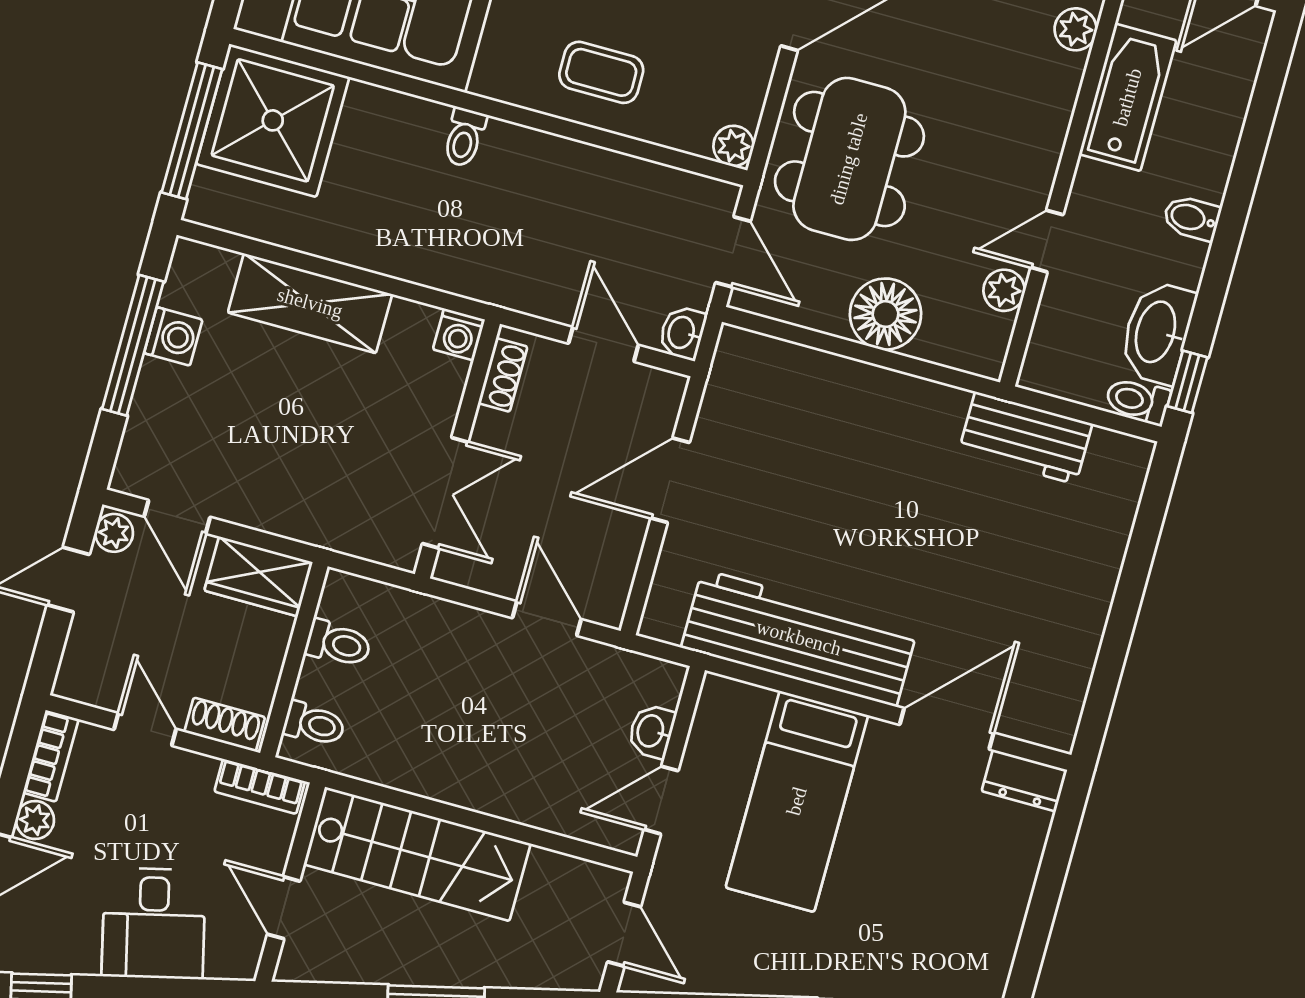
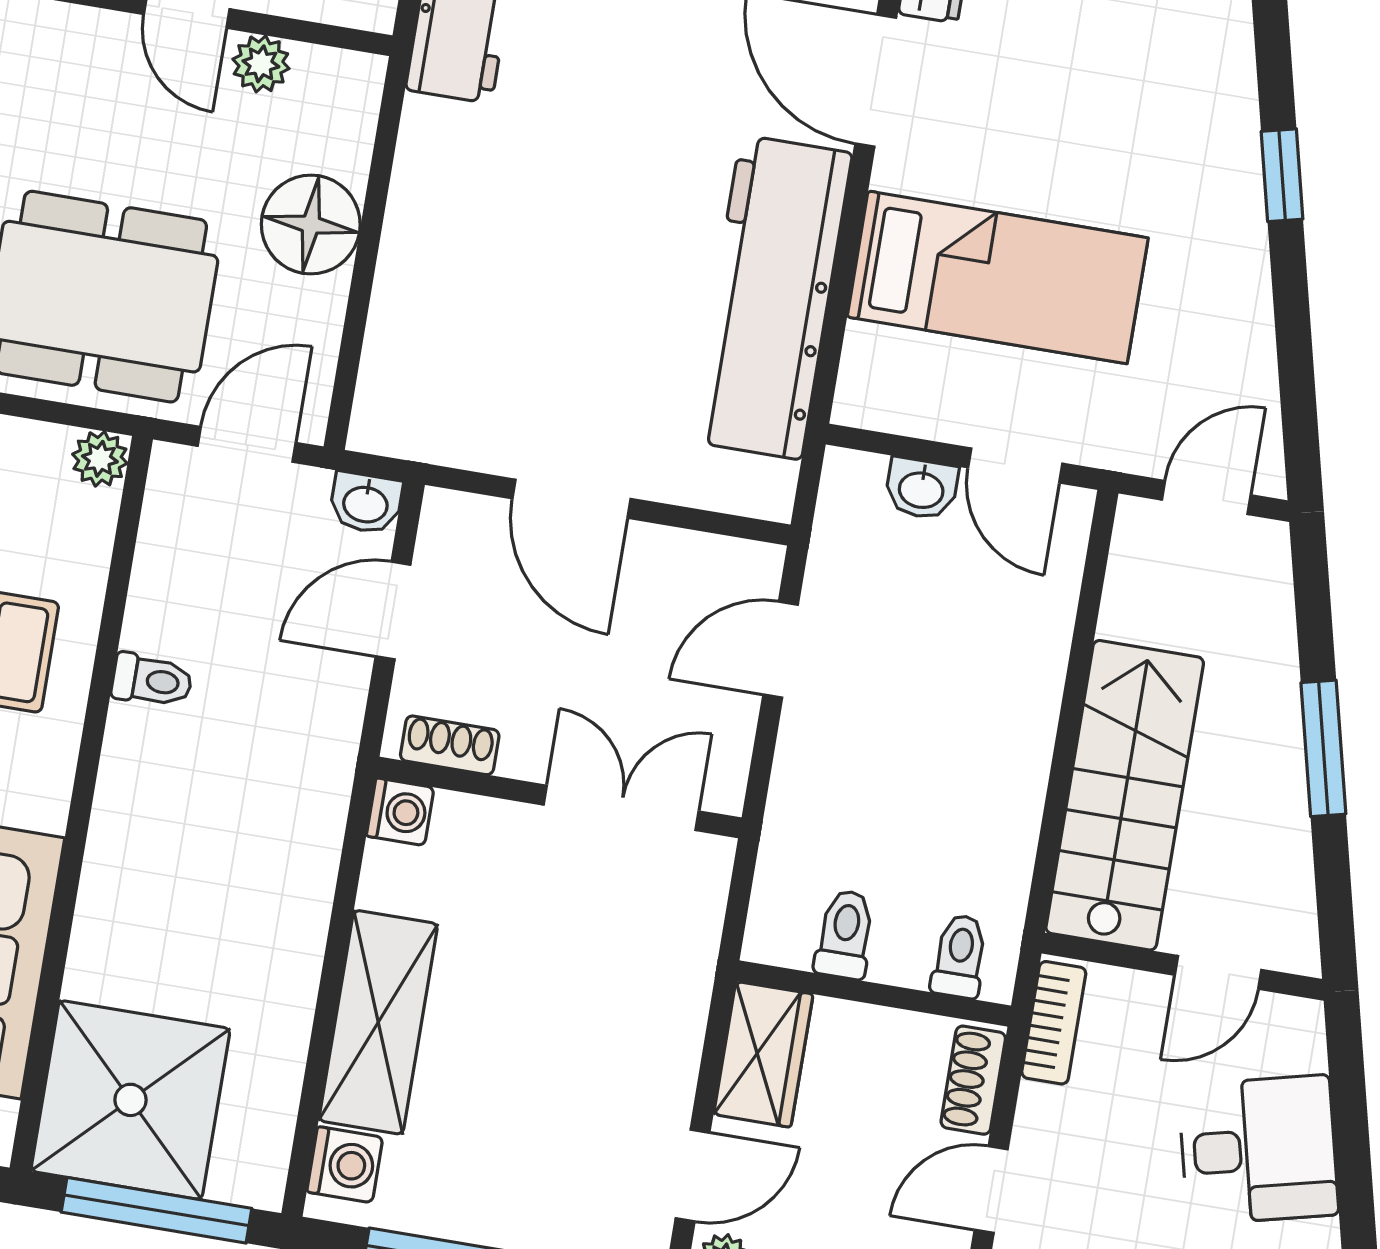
toilet: (464, 137) -> (152, 680), moved
washing machine: (173, 336) -> (345, 1165), moved, turned 90

